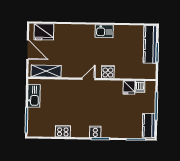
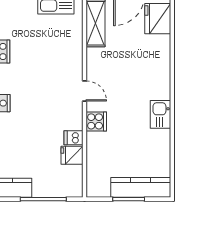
dishwasher: (140, 87) -> (73, 138), moved

